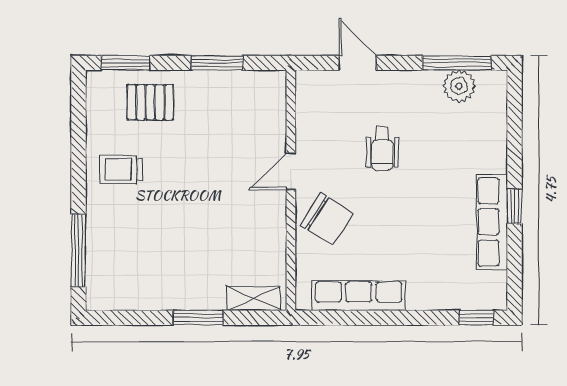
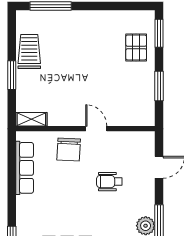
trolley: (121, 170) -> (29, 51), moved, width x1.36, depth x1.39
chair: (327, 219) -> (69, 149), turned -30
shelving: (253, 299) -> (31, 119), moved, turned 90

